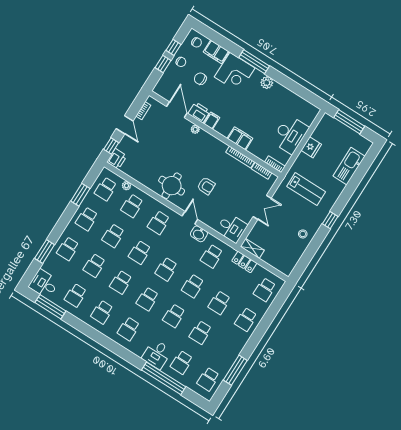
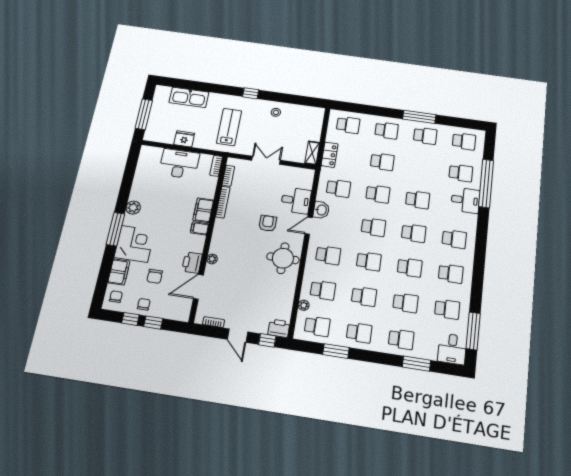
filing cabinet: (212, 121) -> (199, 228), moved
door: (125, 125) -> (237, 336), swing flipped
desk: (232, 228) -> (296, 200), moved, turned 90
school desk: (200, 333) -> (425, 136), moved
window: (235, 370) -> (419, 117), moved

